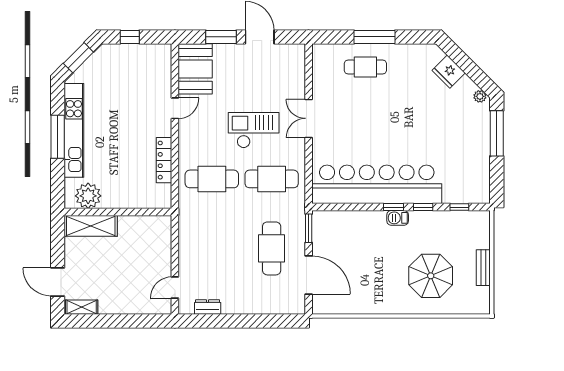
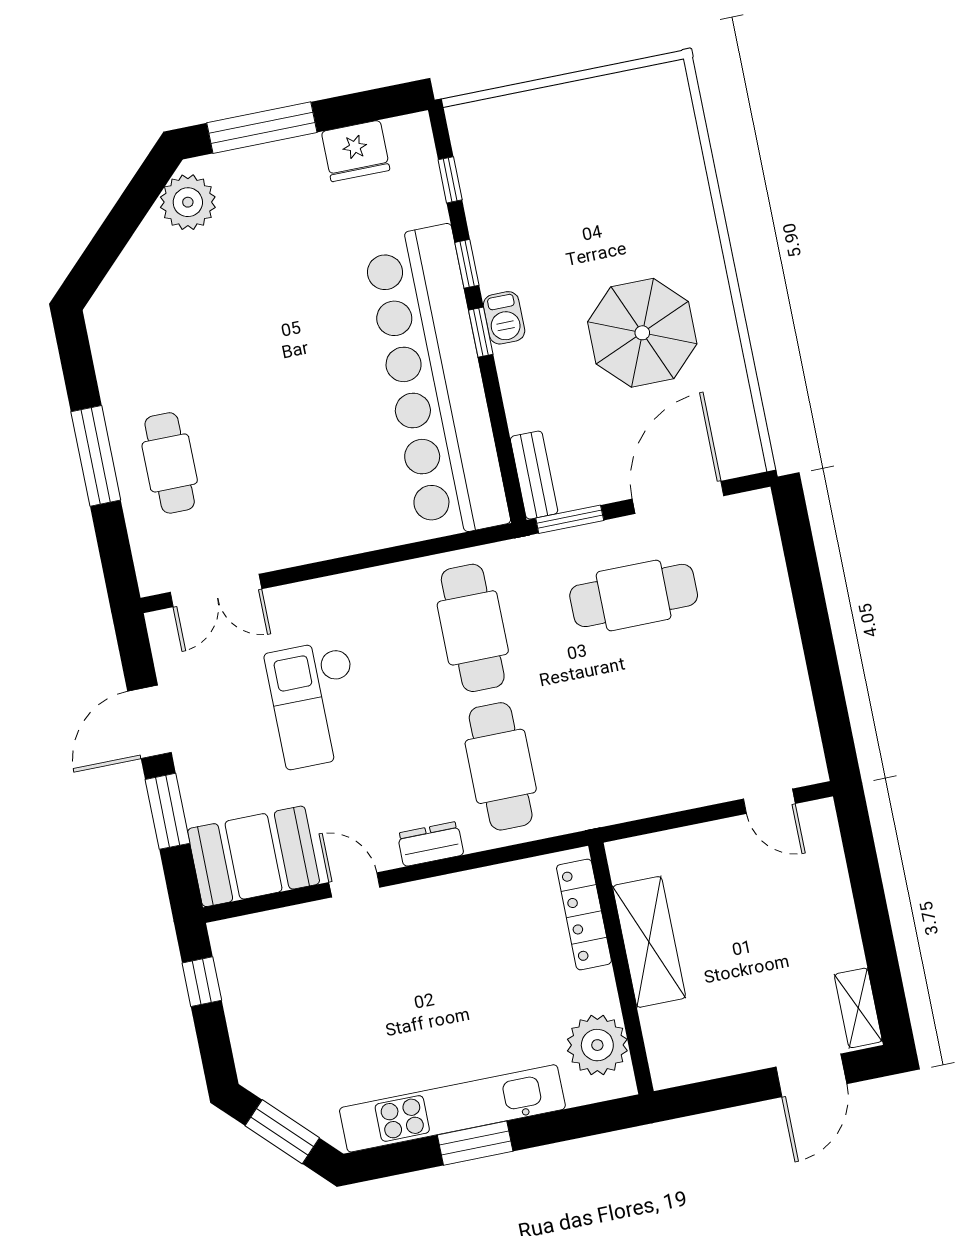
window: (130, 37) -> (202, 982), moved
fridge: (449, 72) -> (356, 151), moved, turned 45
plant: (480, 96) -> (188, 202), width x1.88, depth x1.88
double door: (309, 118) -> (216, 591), moved
checkout: (254, 130) -> (316, 704), moved
window: (58, 137) -> (475, 1143), width x0.69
locker: (164, 160) -> (584, 914), moved, turned 90
shelving: (91, 226) -> (649, 942), moved
bench: (483, 268) -> (534, 475), moved, turned 90
parasol: (431, 276) -> (642, 333), moved
dresser: (208, 307) -> (431, 844), moved, turned 90

